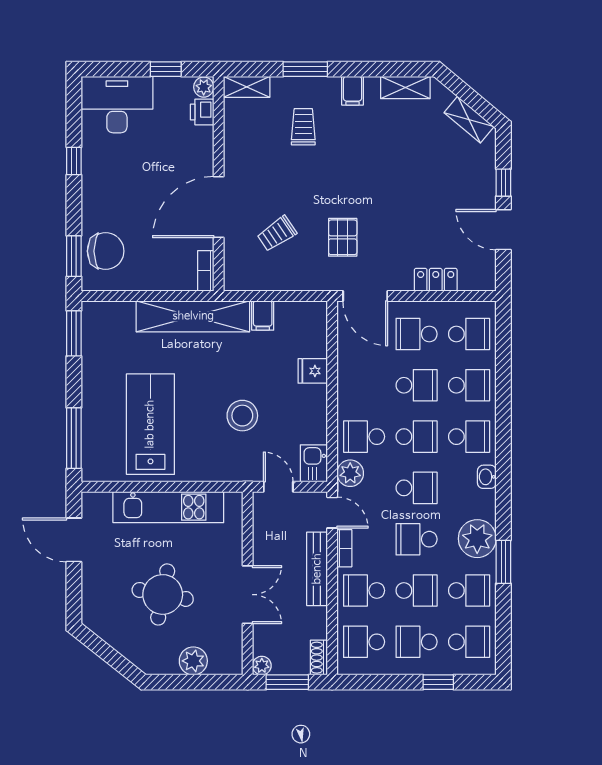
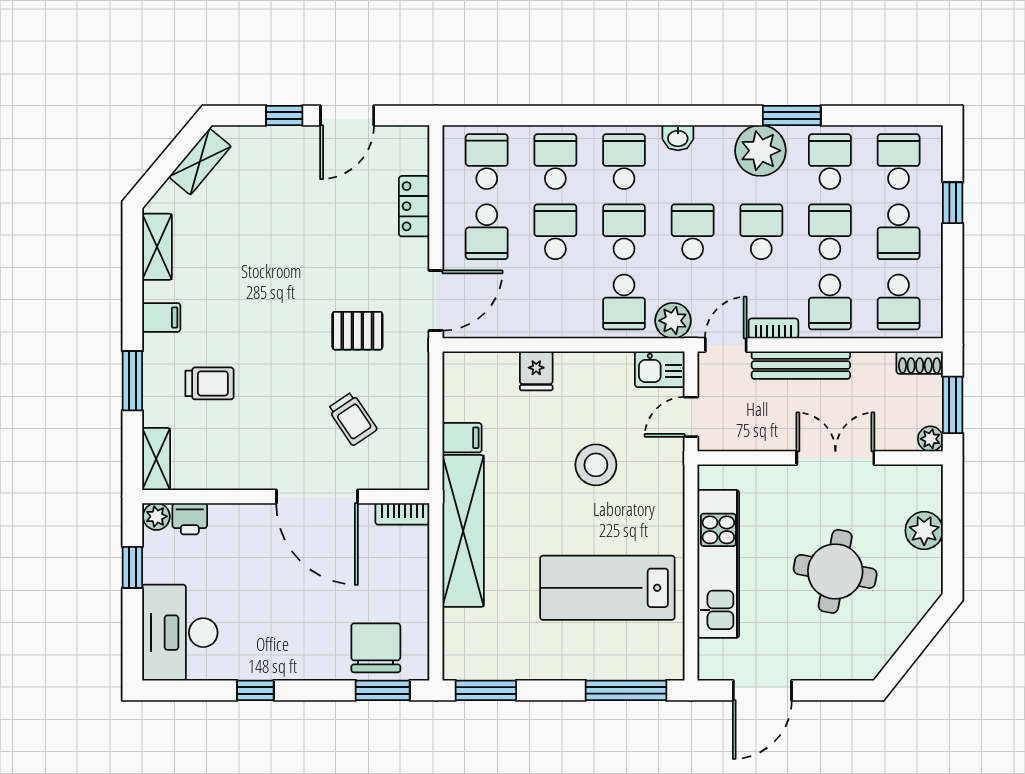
trolley: (303, 127) -> (209, 383), turned 180
school desk: (417, 539) -> (761, 232), turned 180

